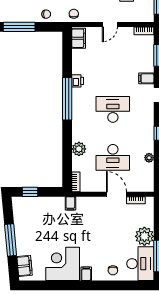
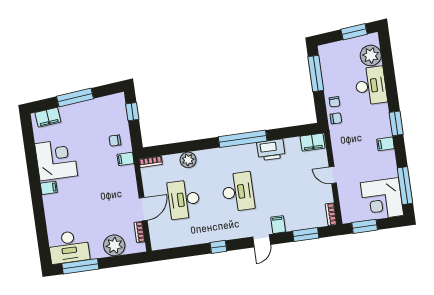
chair: (74, 14) -> (336, 118), moved
printer: (78, 81) -> (271, 150), width x1.87, depth x1.48
plant: (149, 158) -> (189, 240), removed
plant: (144, 236) -> (114, 245), moved
chair: (113, 270) -> (115, 141), moved

